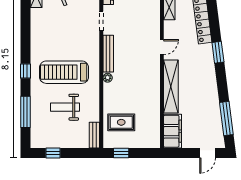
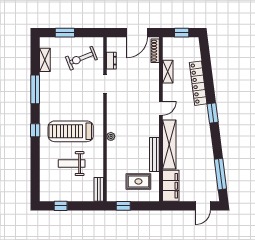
bench: (108, 54) -> (154, 154), moved
window: (25, 112) -> (35, 89), moved
rug: (121, 122) -> (138, 181), moved

